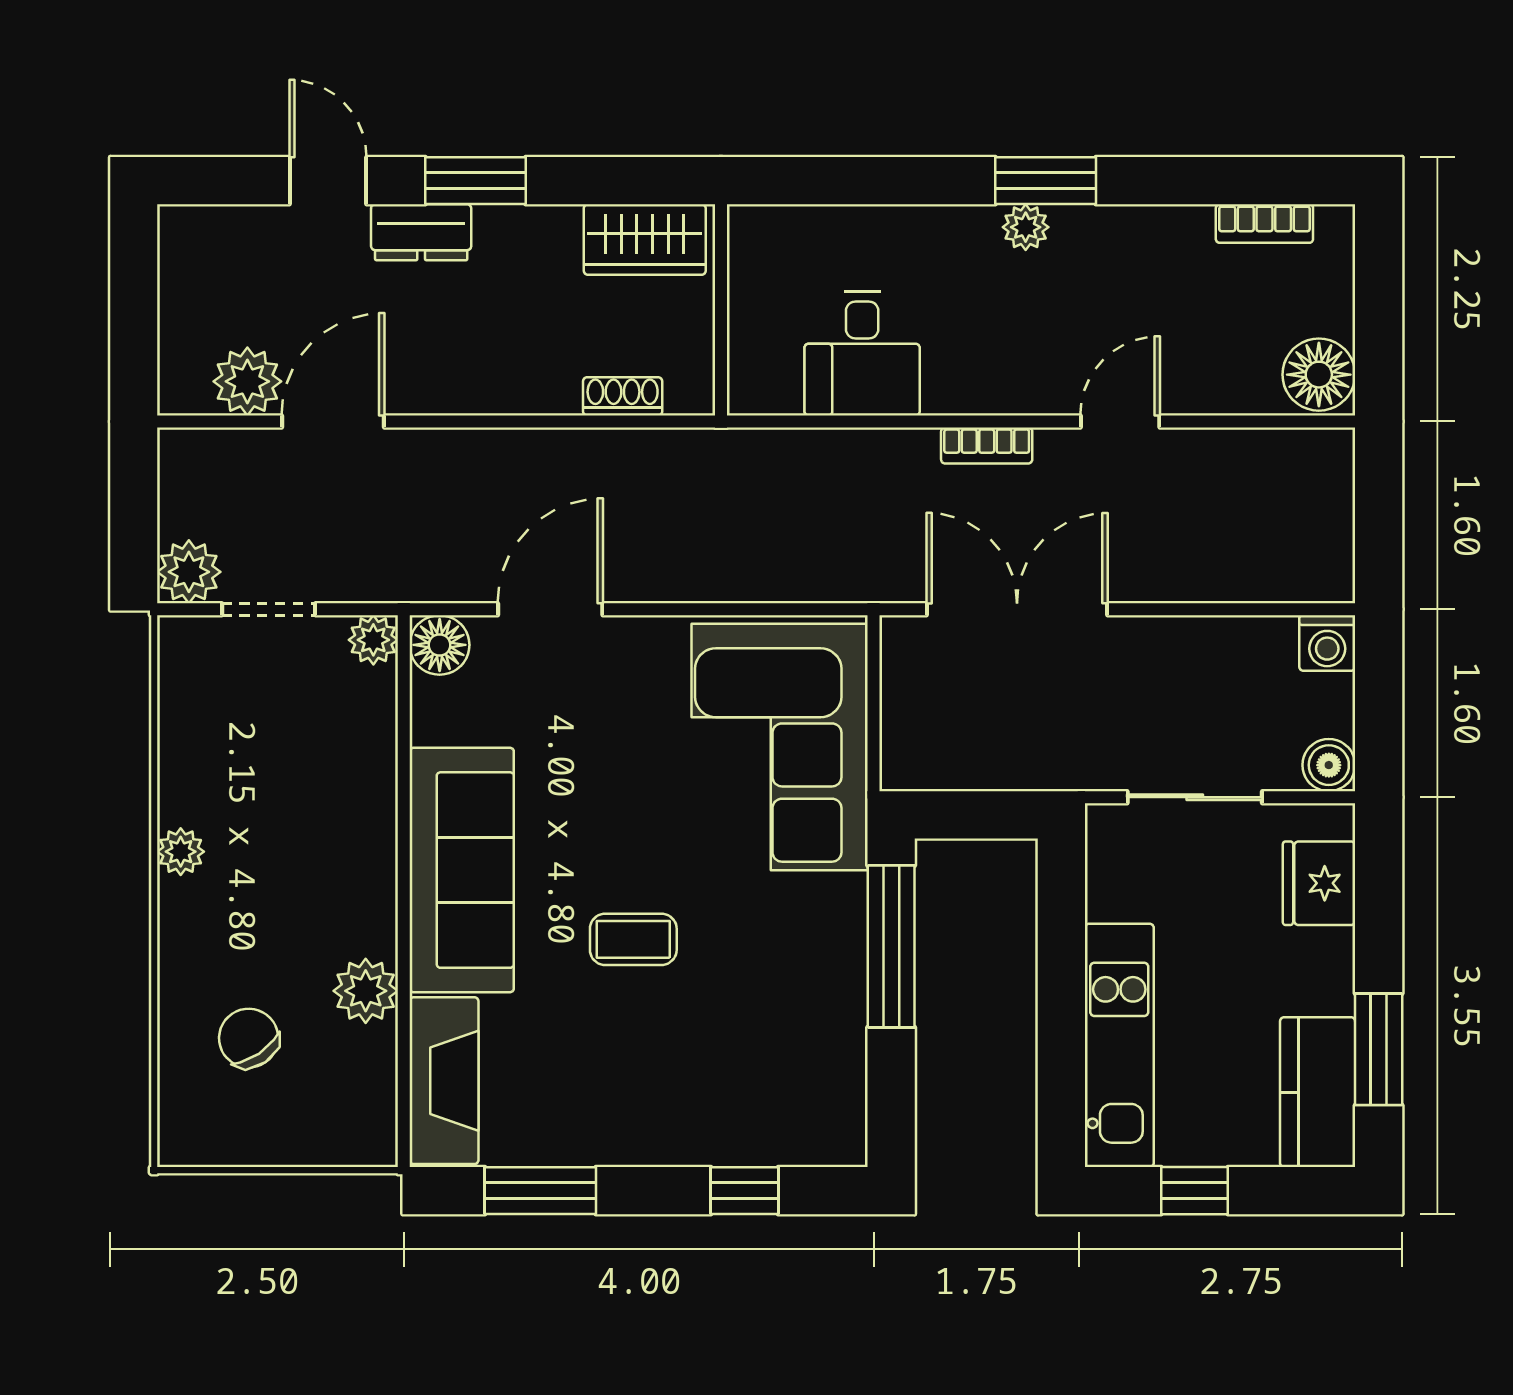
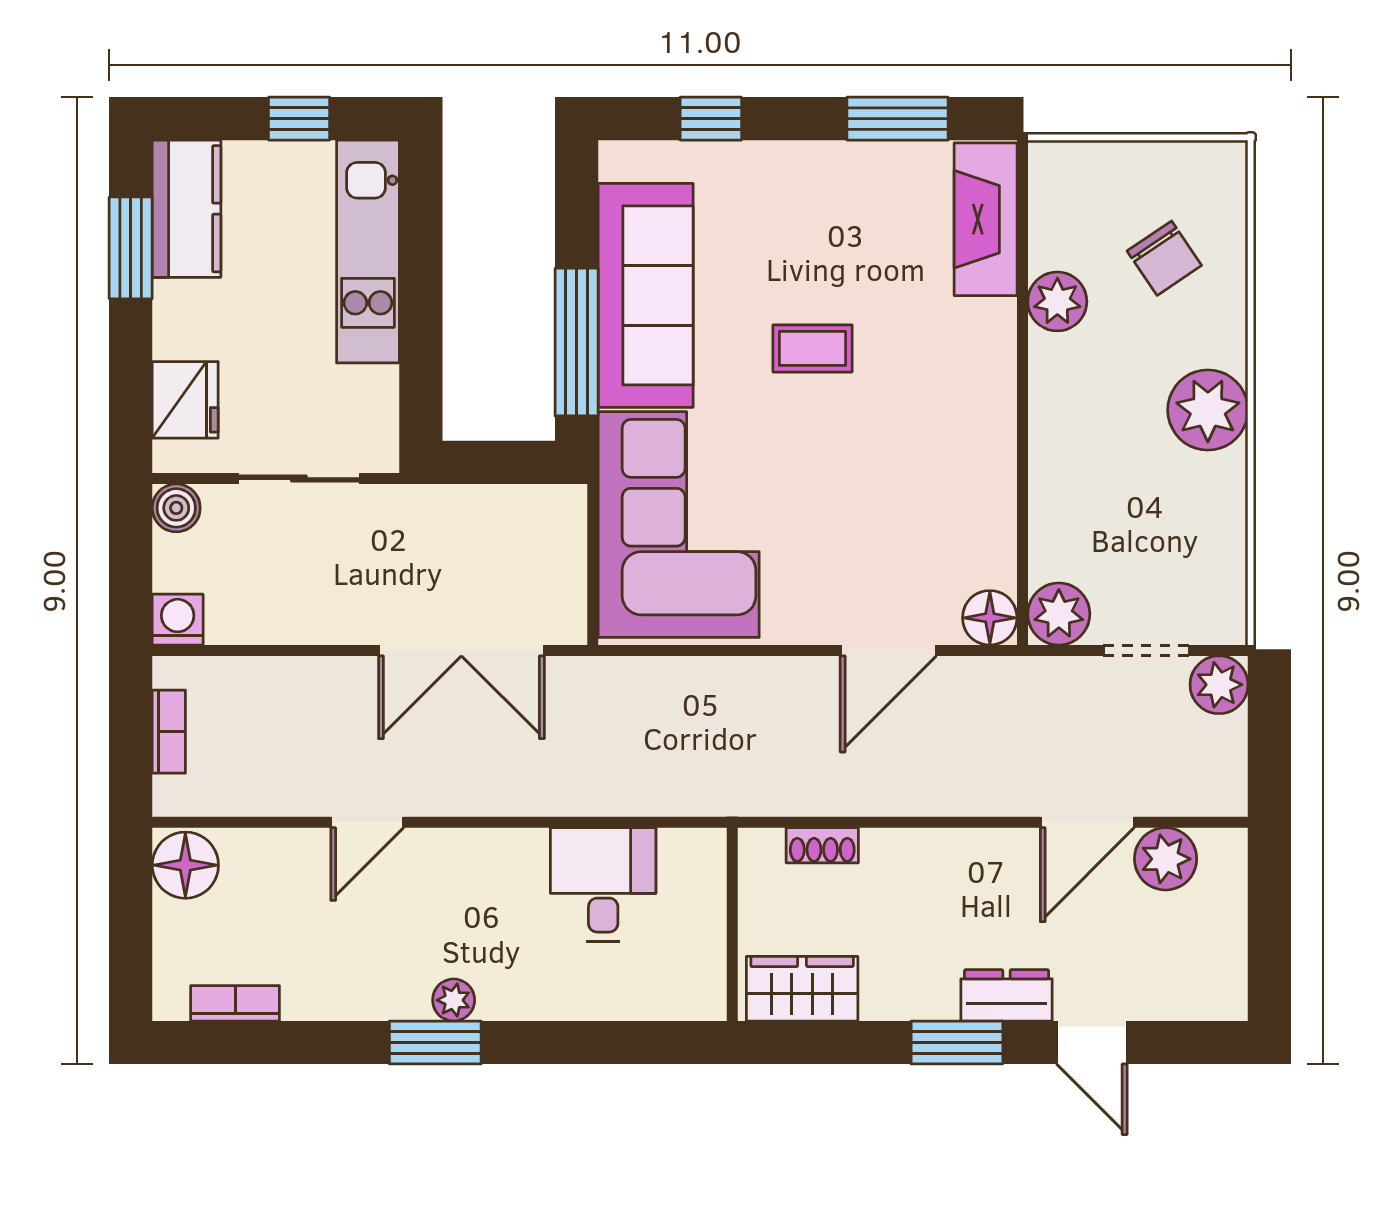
bookcase: (987, 445) -> (169, 732), moved, turned 90
plant: (373, 640) -> (1059, 614), width x1.38, depth x1.38
plant: (181, 852) -> (1208, 410), width x1.88, depth x1.88
sofa: (462, 870) -> (646, 295), moved, turned 180

